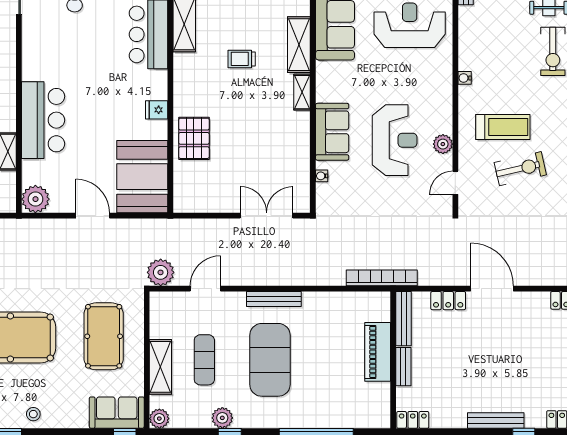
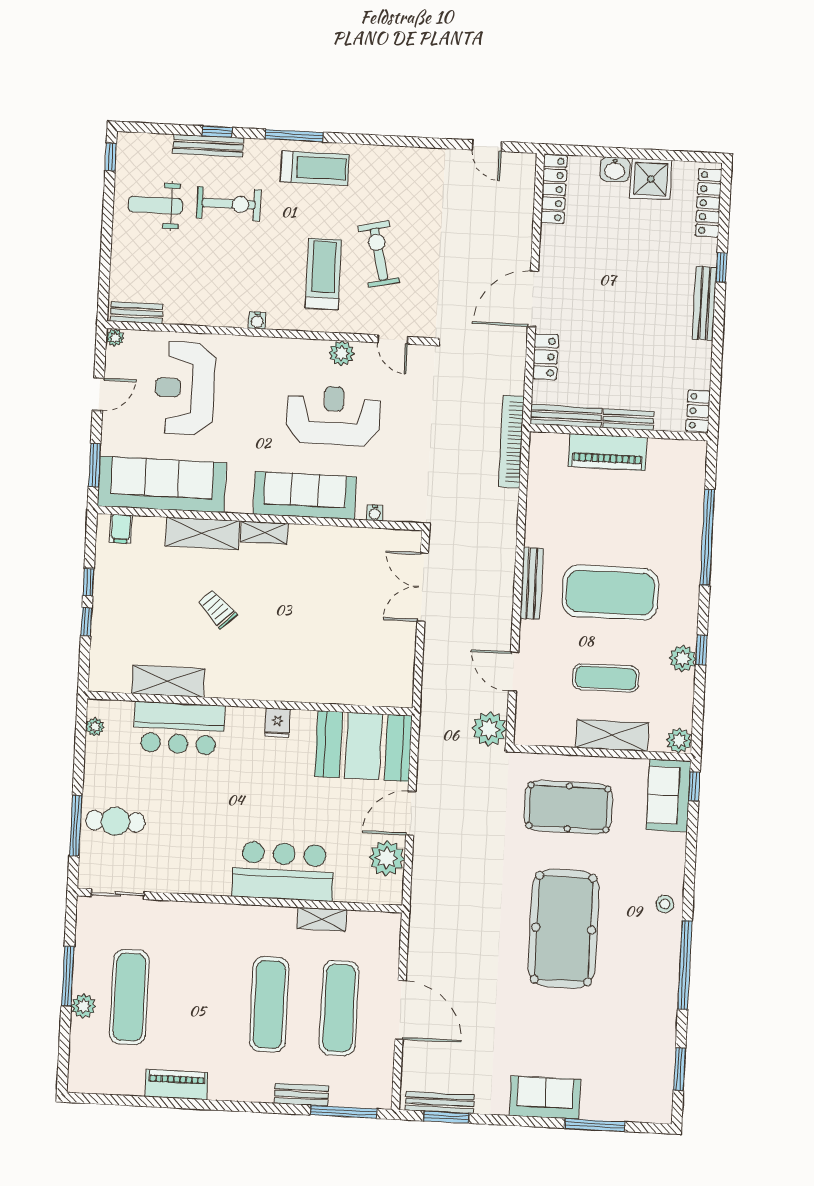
trolley: (242, 59) -> (217, 609), turned 136
sofa: (332, 132) -> (305, 496), width x1.36
pallet: (194, 138) -> (317, 676), removed
plant: (35, 199) -> (387, 858), moved

